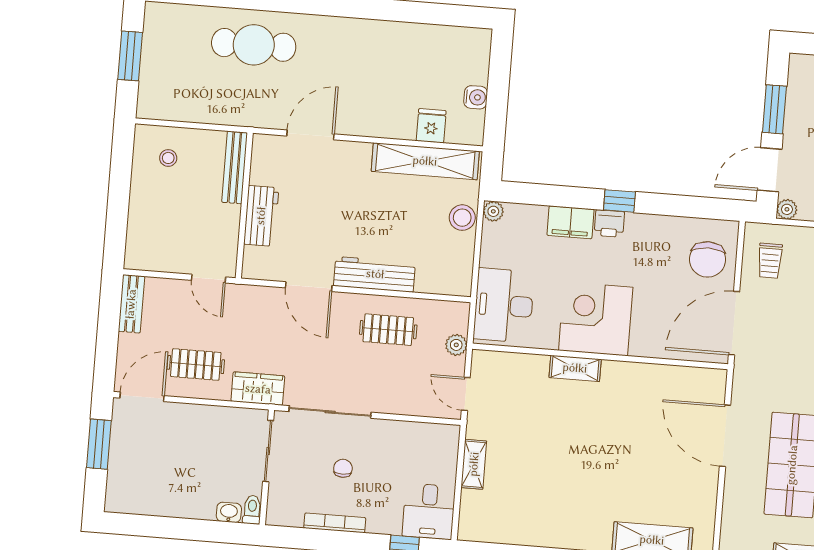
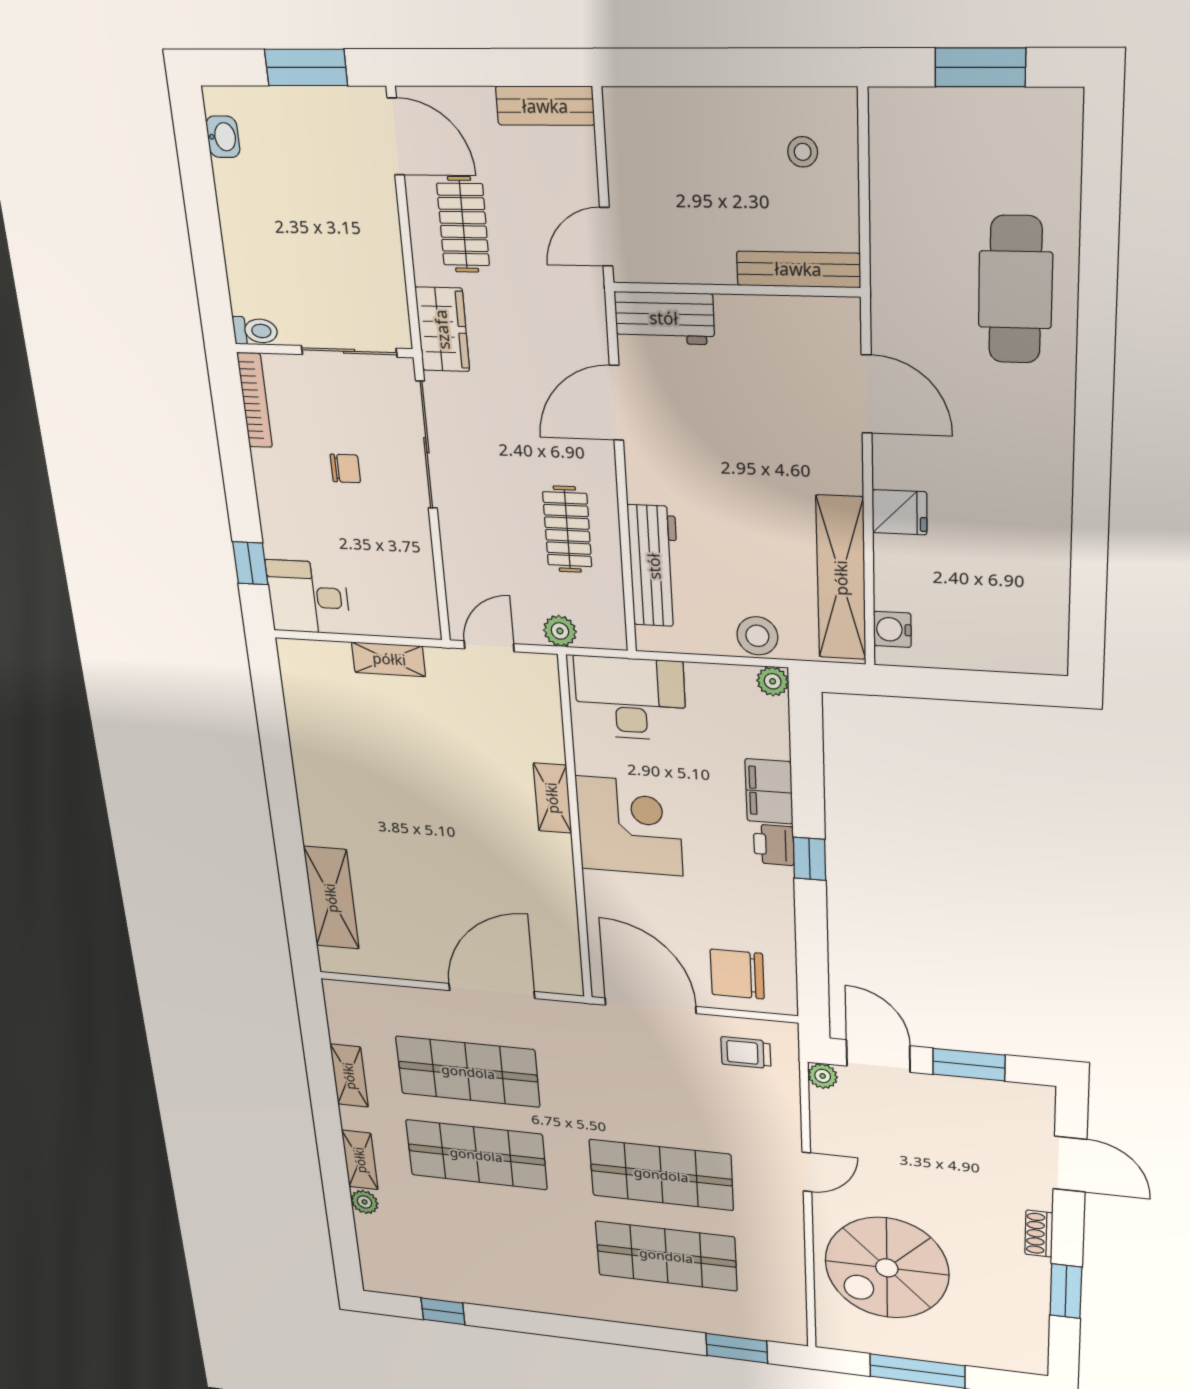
water cooler: (476, 97) -> (892, 629), moved, turned 90
fridge: (431, 126) -> (900, 512), moved
workbench: (261, 216) -> (664, 318), moved
workbench: (375, 274) -> (654, 566), moved
washbasin: (229, 512) -> (223, 137), moved
bookcase: (335, 523) -> (255, 400), moved

